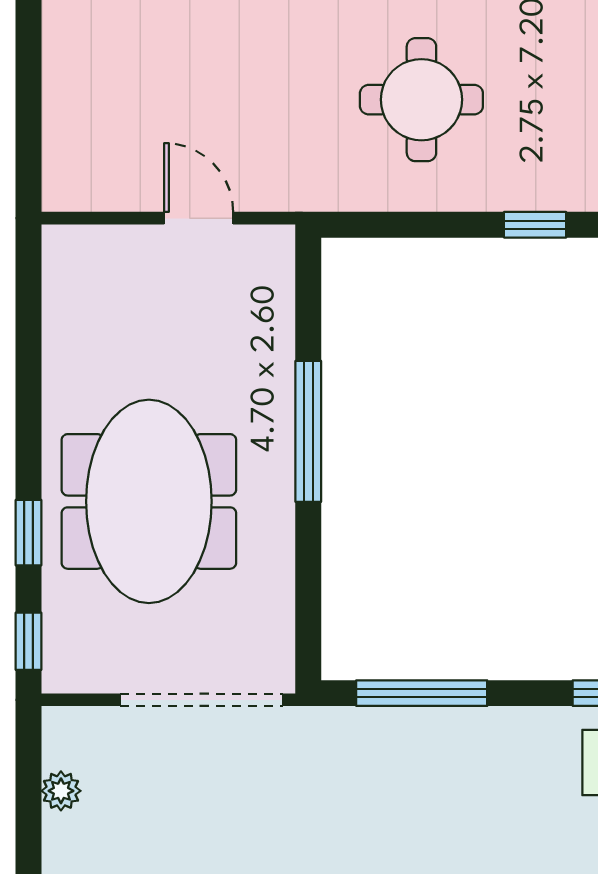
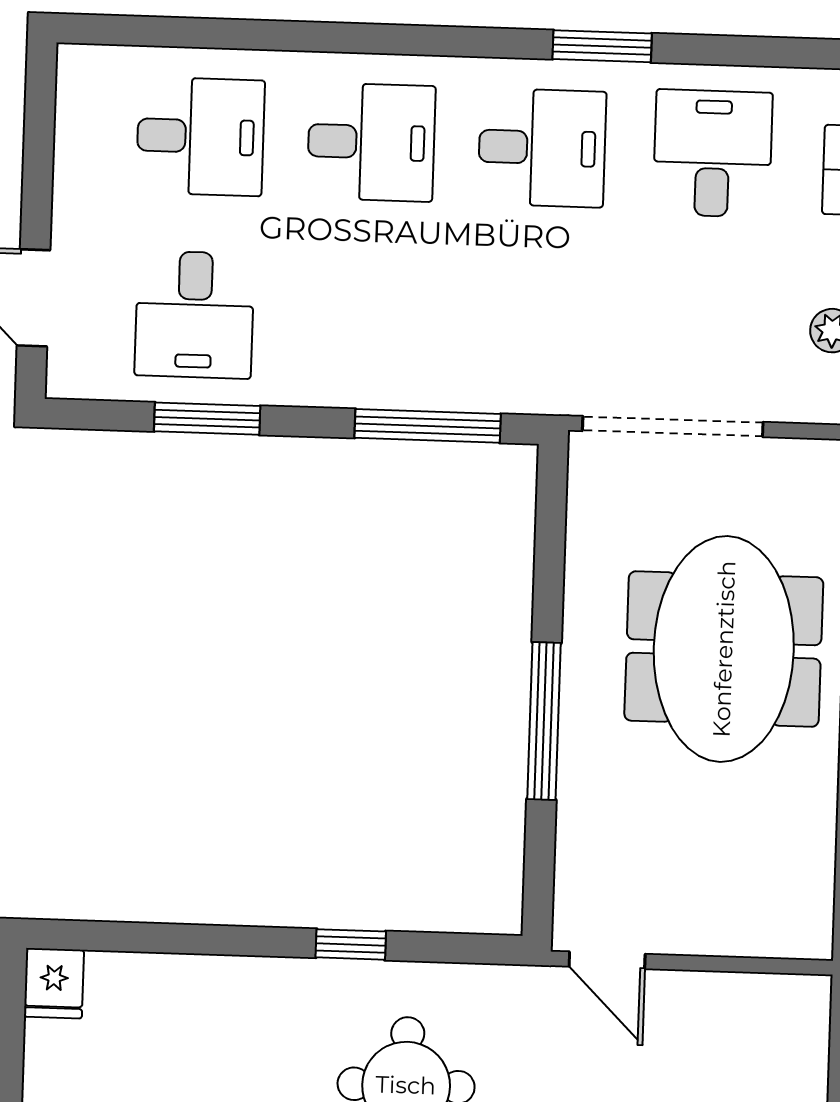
door: (199, 218) -> (607, 960), moved
window: (535, 225) -> (351, 944), moved

